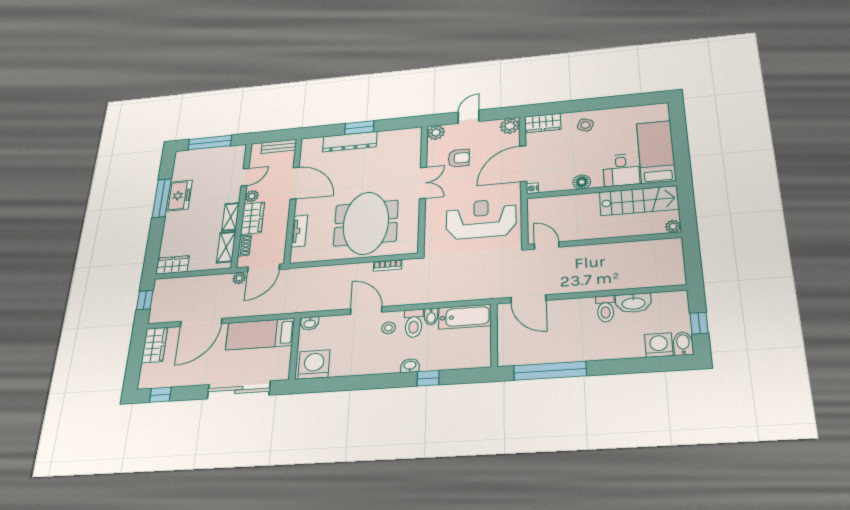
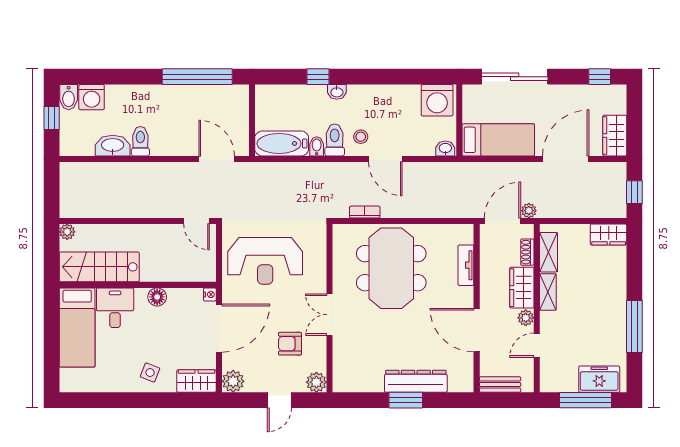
freezer: (179, 196) -> (599, 379), moved, turned 90

